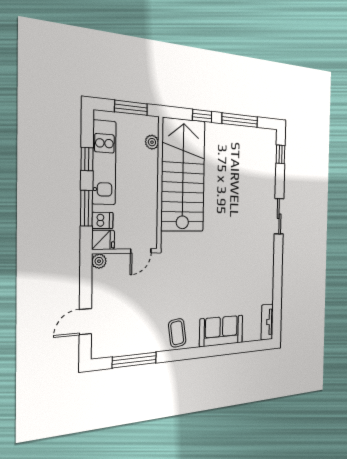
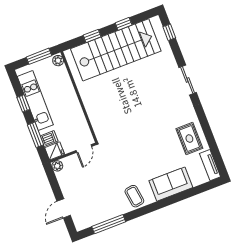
window: (240, 120) -> (124, 24), width x0.46
plant: (152, 142) -> (58, 61), moved
stairs: (183, 175) -> (116, 50), moved, turned 90
rug: (258, 284) -> (189, 139), added

